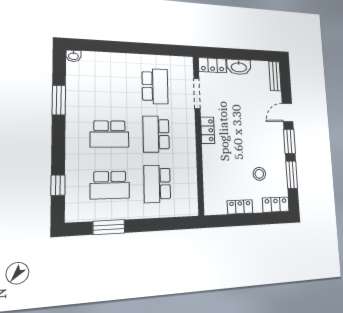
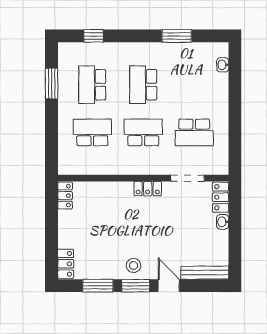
washbasin: (73, 56) -> (223, 65), moved
washbasin: (239, 67) -> (223, 222), width x0.52, depth x0.69
bench: (275, 76) -> (205, 273), width x1.36
stool: (259, 174) -> (134, 265), moved
locker: (240, 207) -> (65, 196), moved

